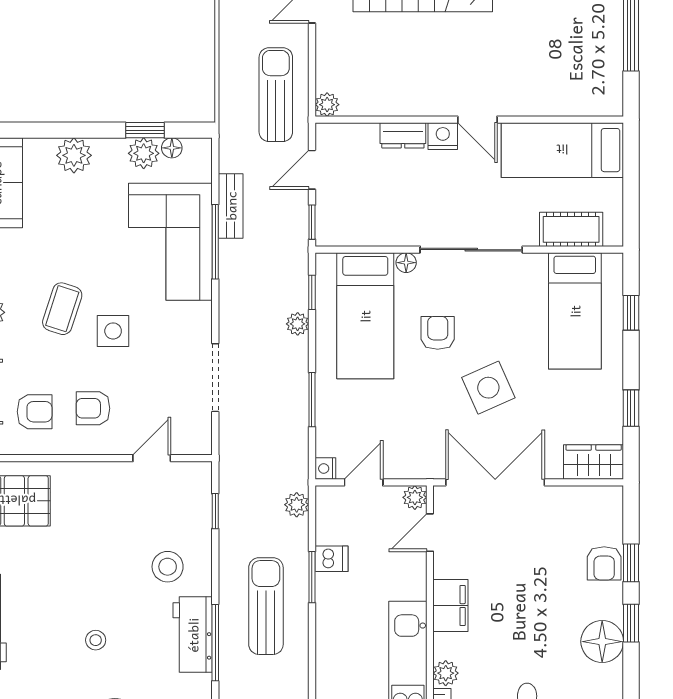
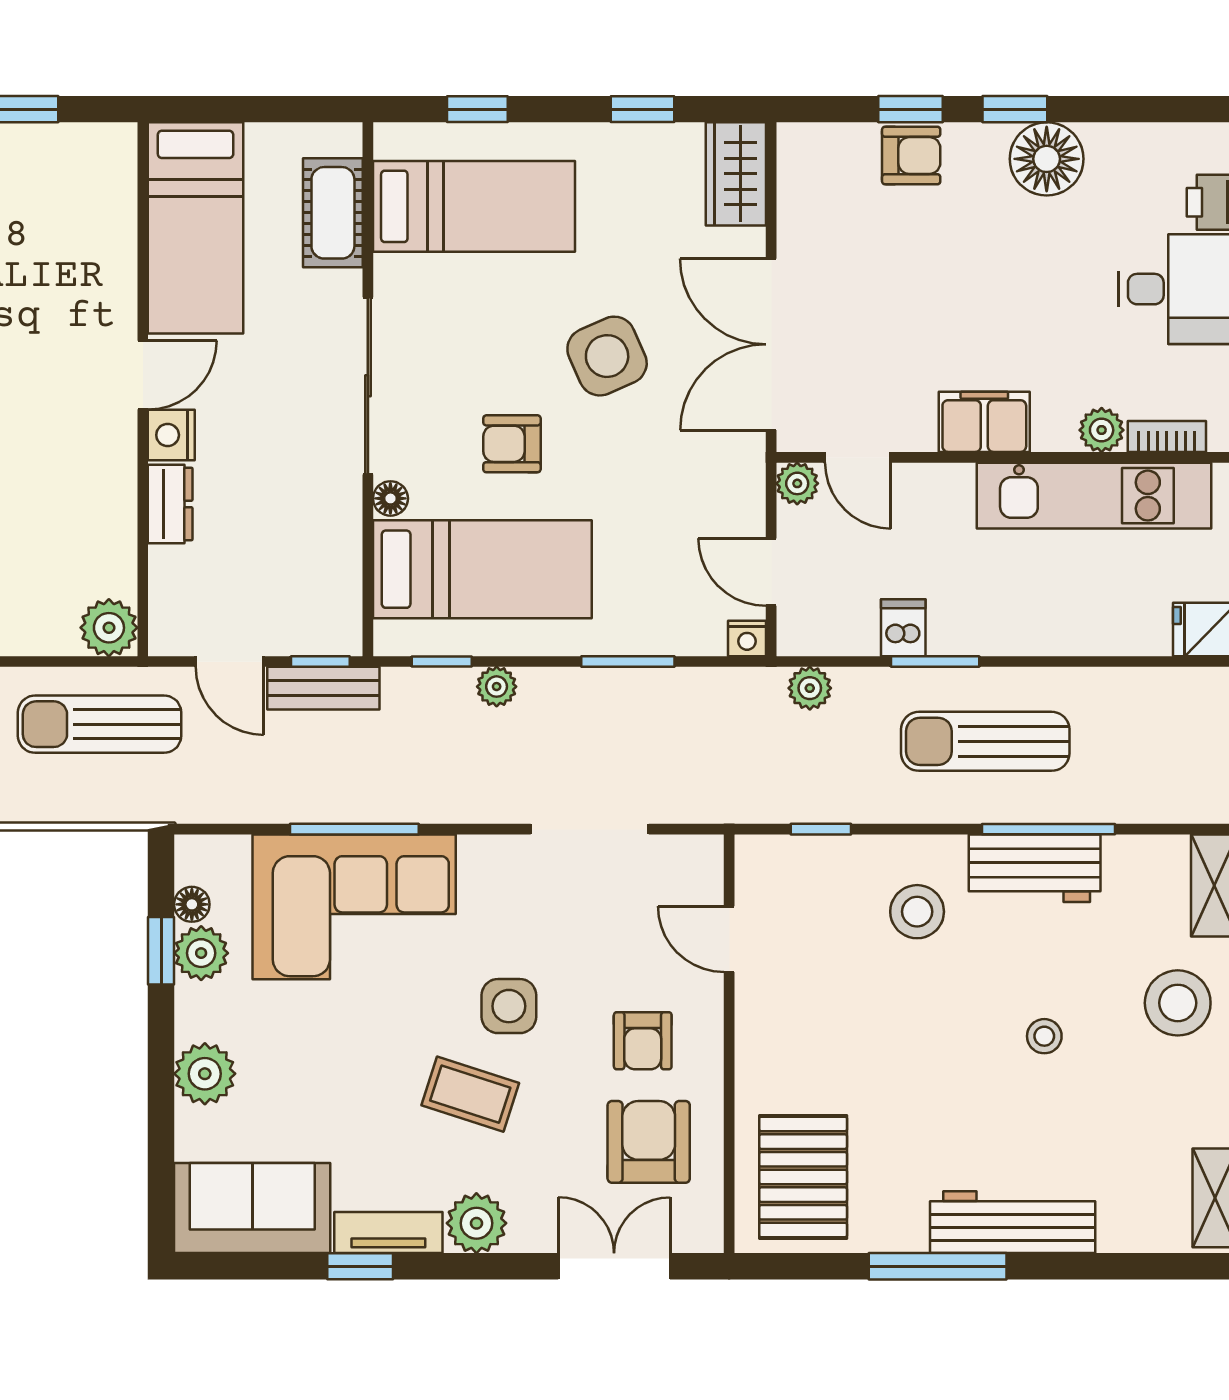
plant: (327, 105) -> (109, 628), width x1.38, depth x1.38
bench: (231, 206) -> (323, 688), moved
armchair: (35, 412) -> (649, 1142), width x1.38, depth x1.38

